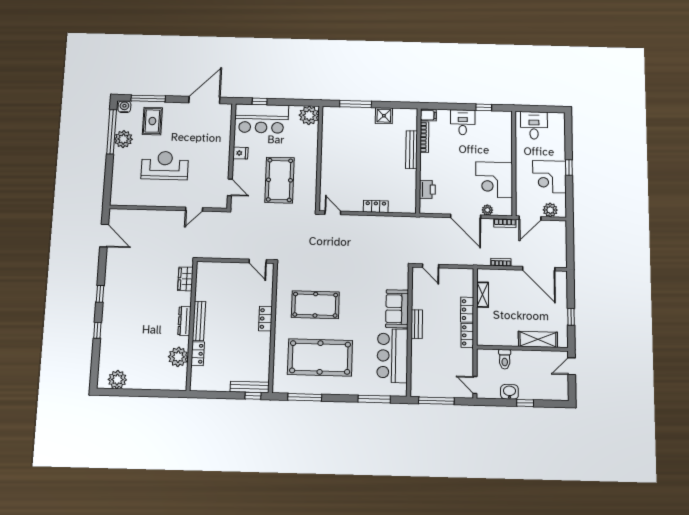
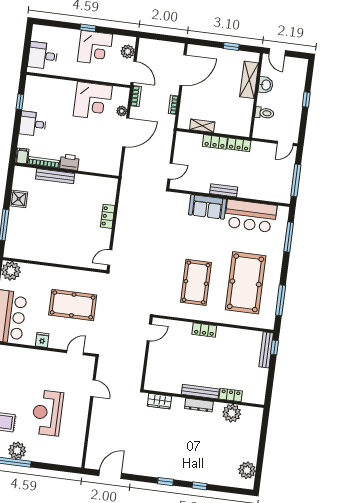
printer: (427, 189) -> (70, 162), moved
washbasin: (509, 392) -> (266, 85), moved, turned 180

